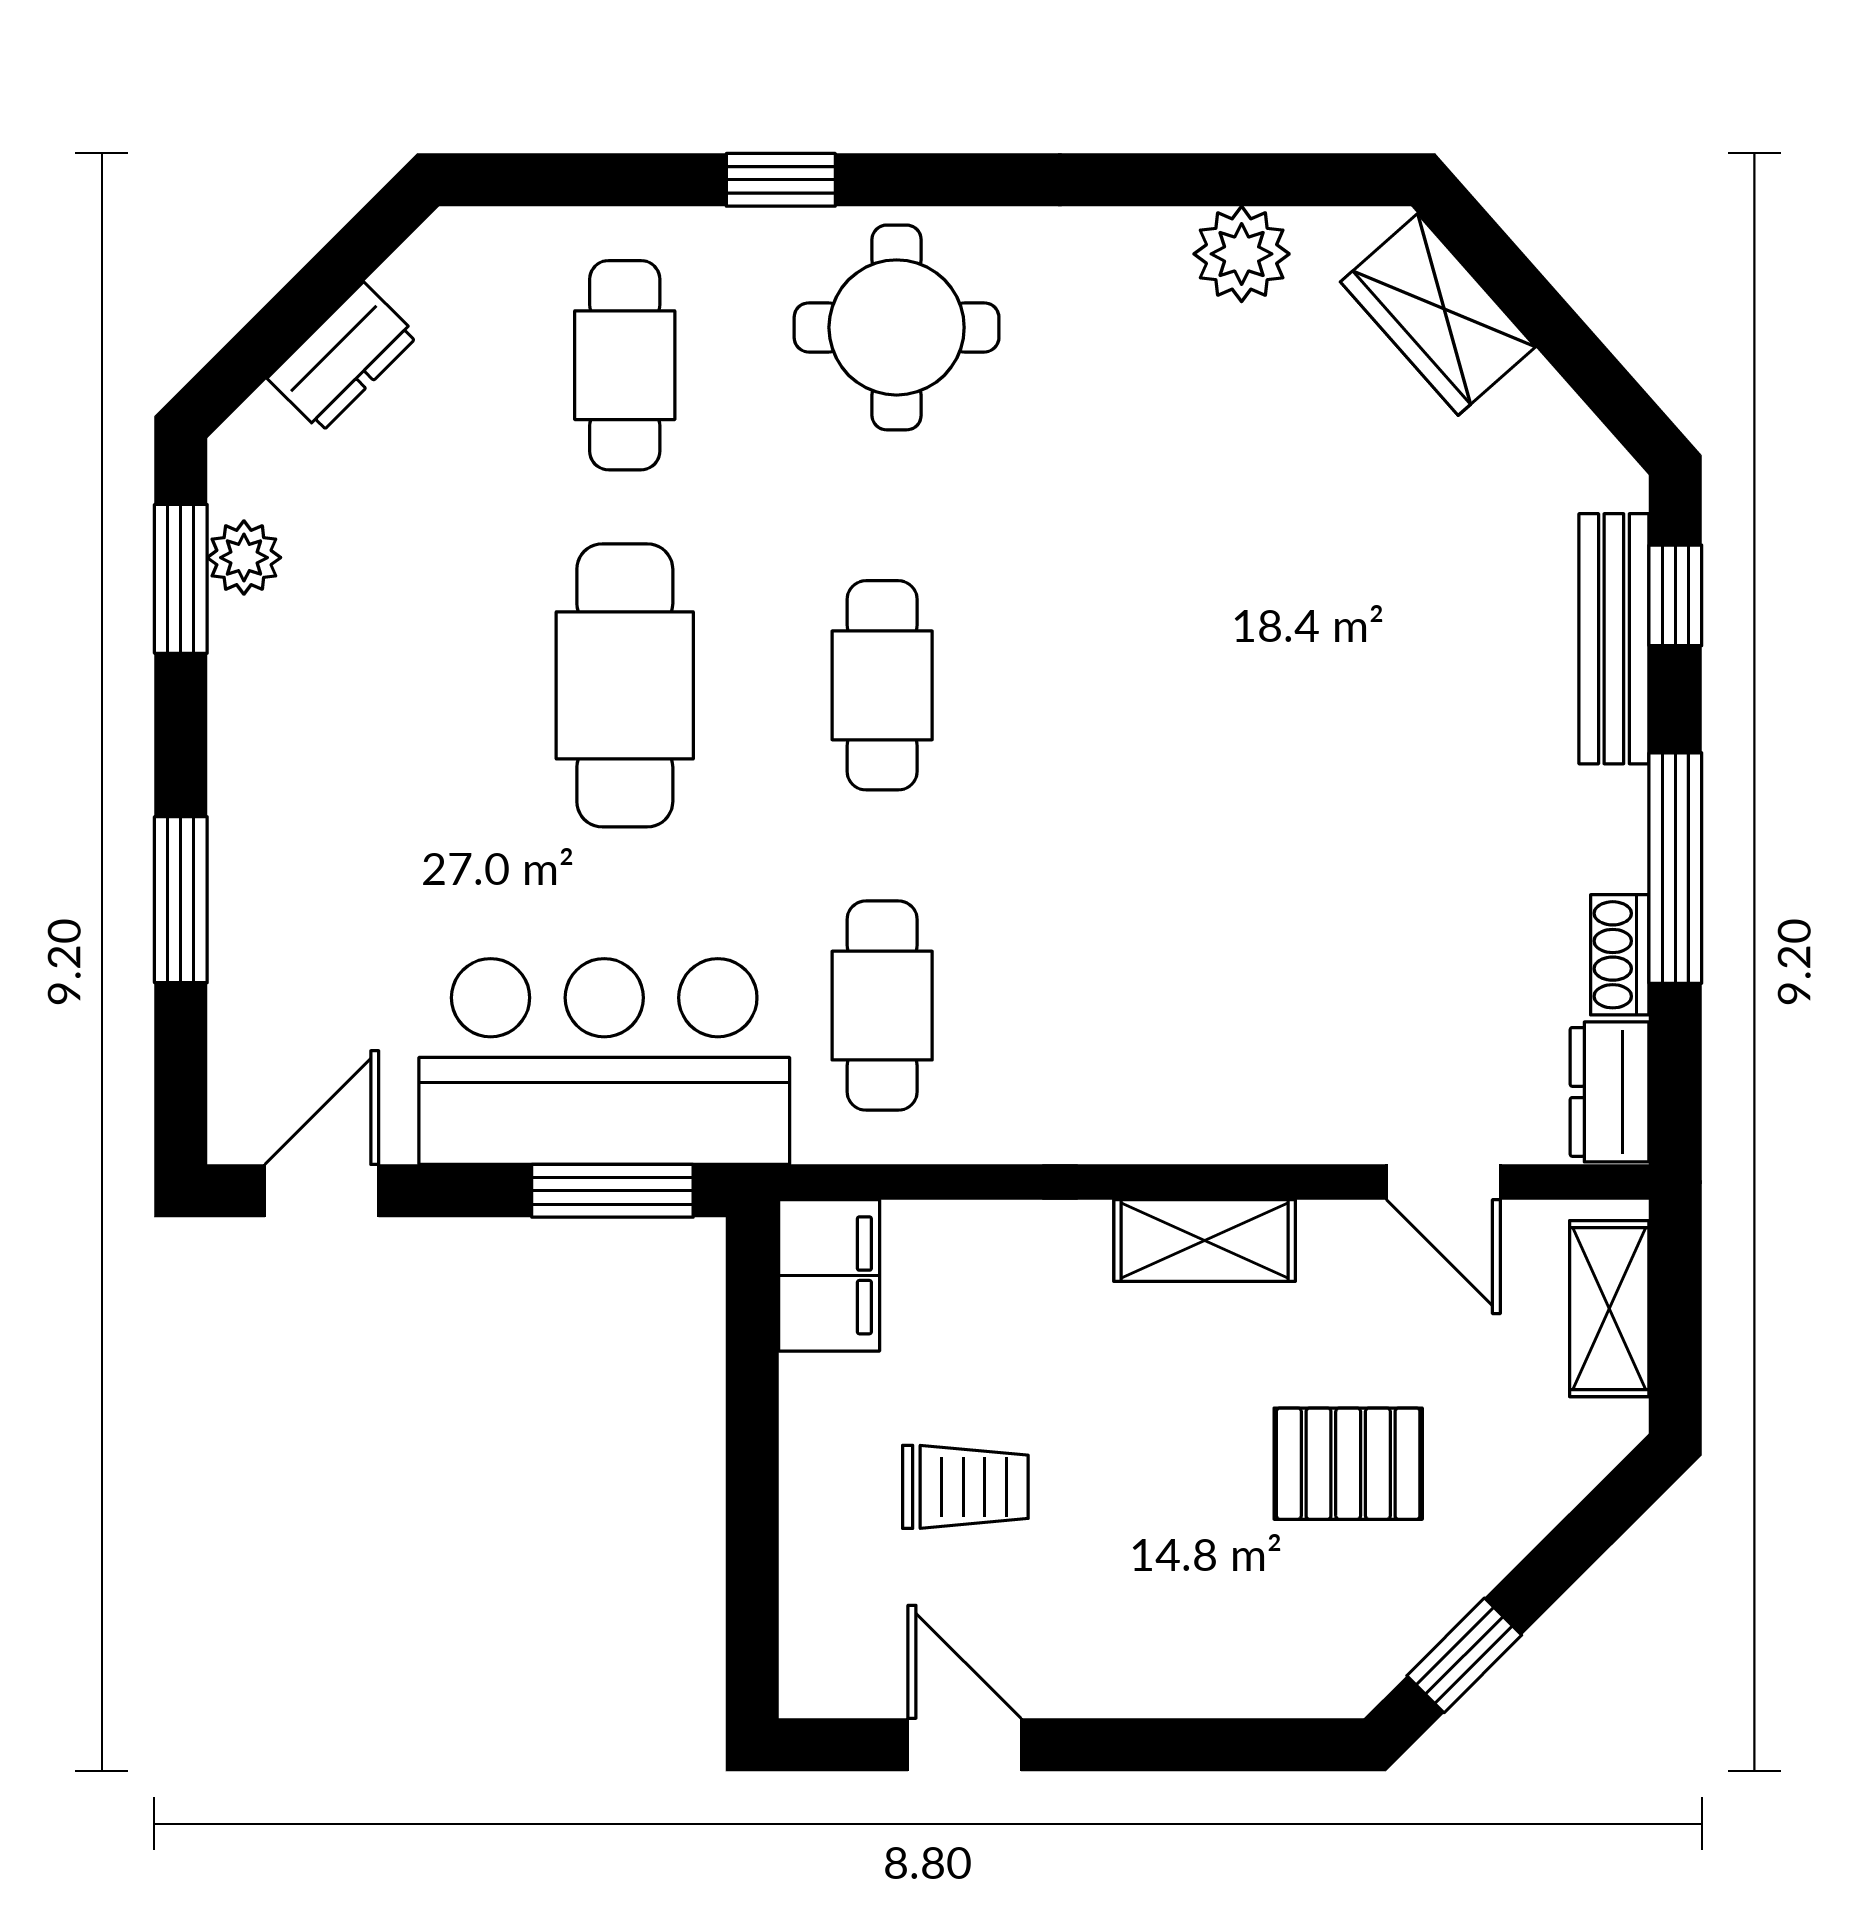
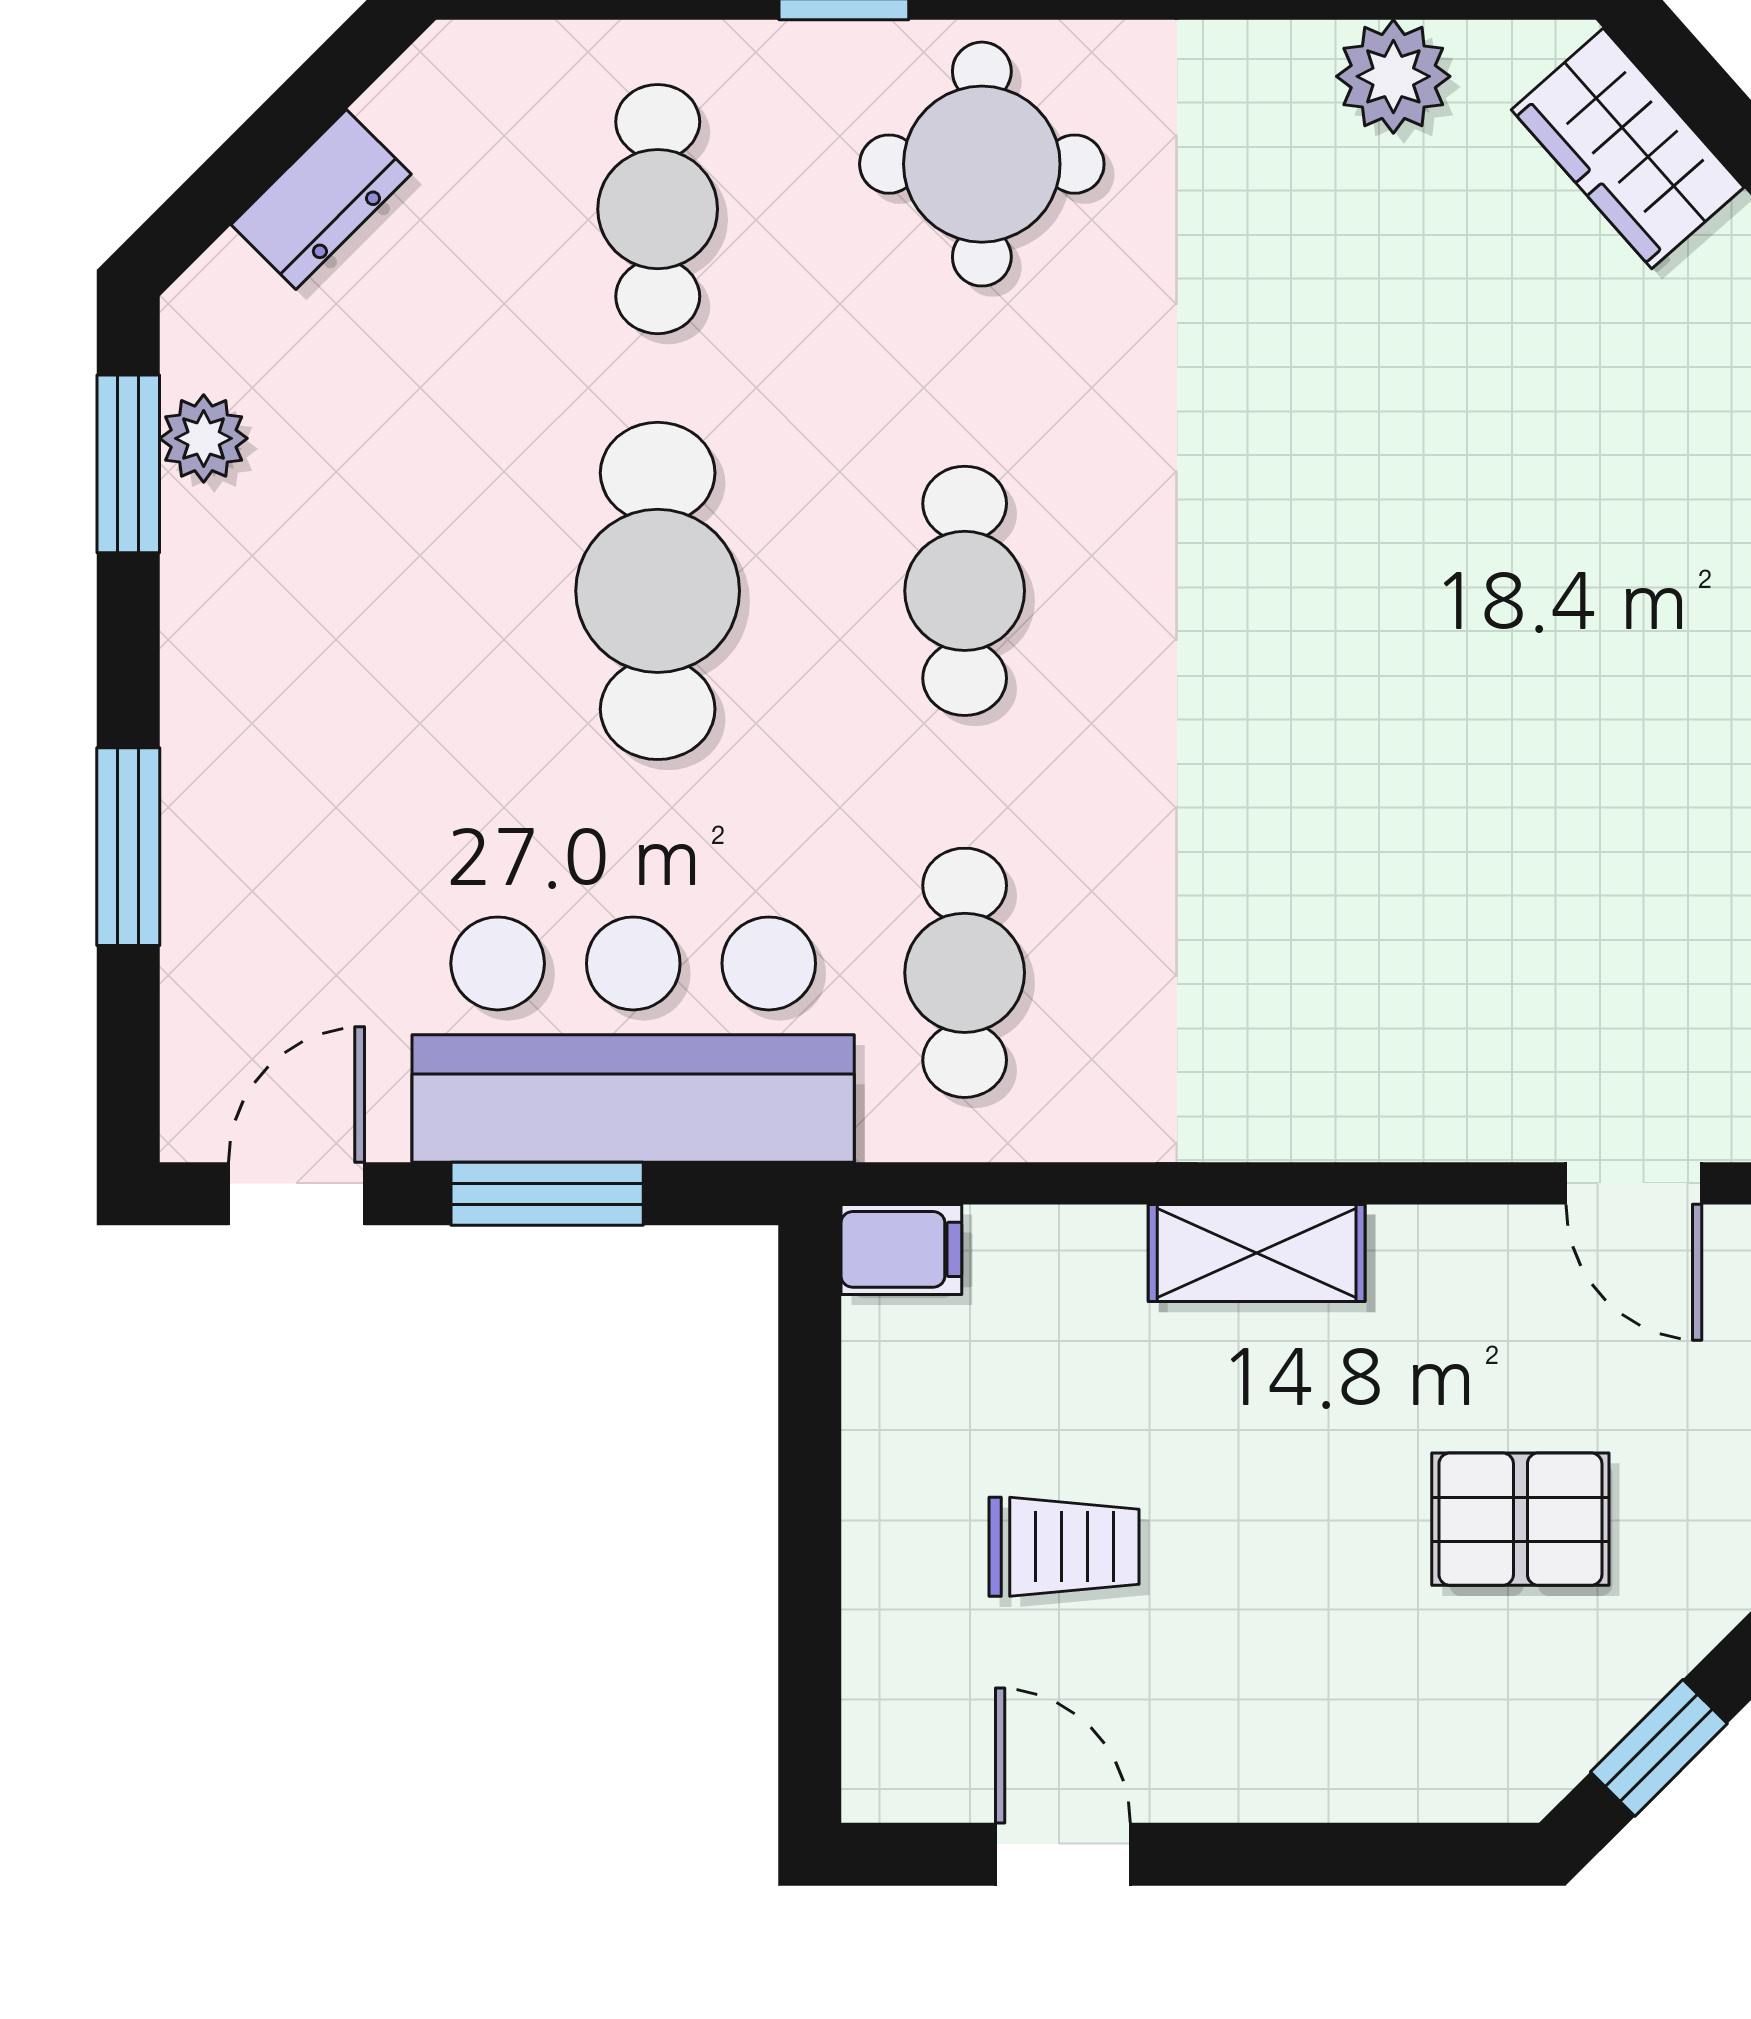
window: (612, 1191) -> (547, 1194), moved
shelving: (1205, 1240) -> (1257, 1253), moved
filing cabinet: (829, 1275) -> (901, 1249), width x0.50

